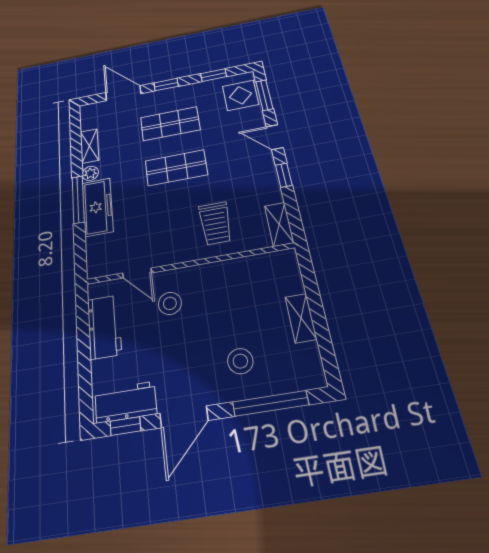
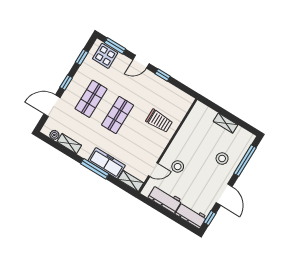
plant: (90, 173) -> (54, 135), moved
shelving: (279, 224) -> (131, 181), moved
workbench: (126, 402) -> (191, 215), moved, turned 90

